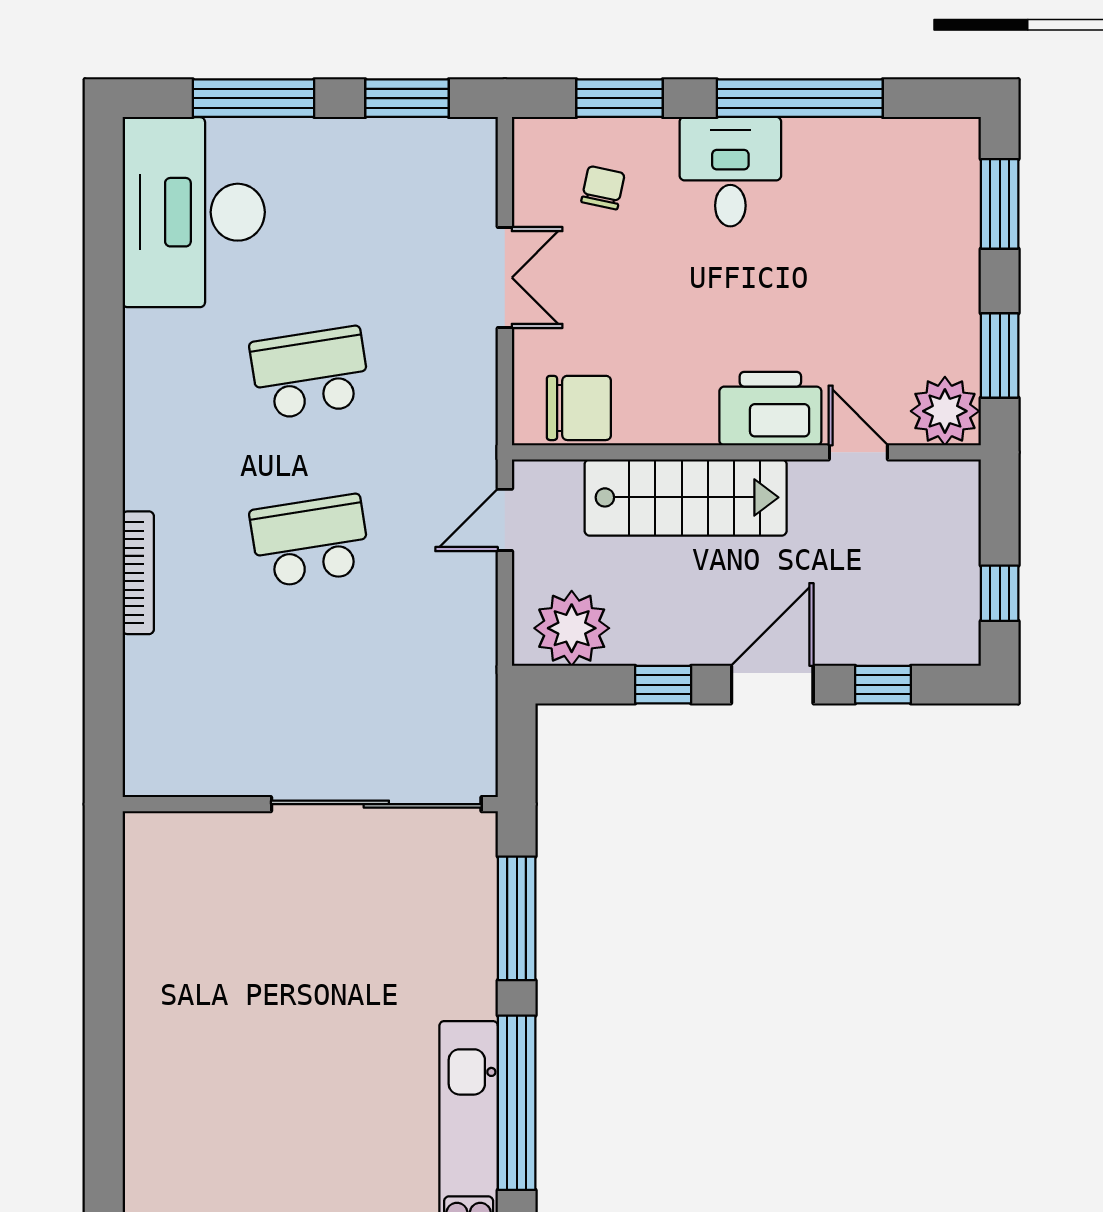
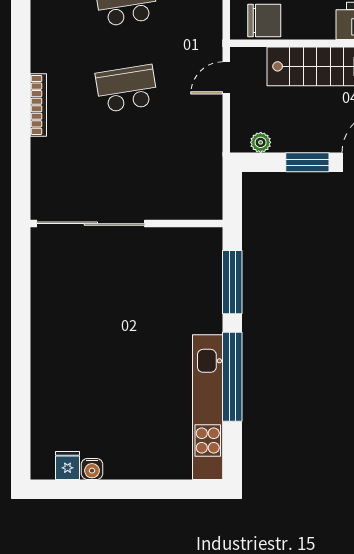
plant: (572, 628) -> (261, 142), width x0.53, depth x0.53
window: (663, 685) -> (307, 162), width x1.50
sliding door: (376, 804) -> (91, 224), moved

